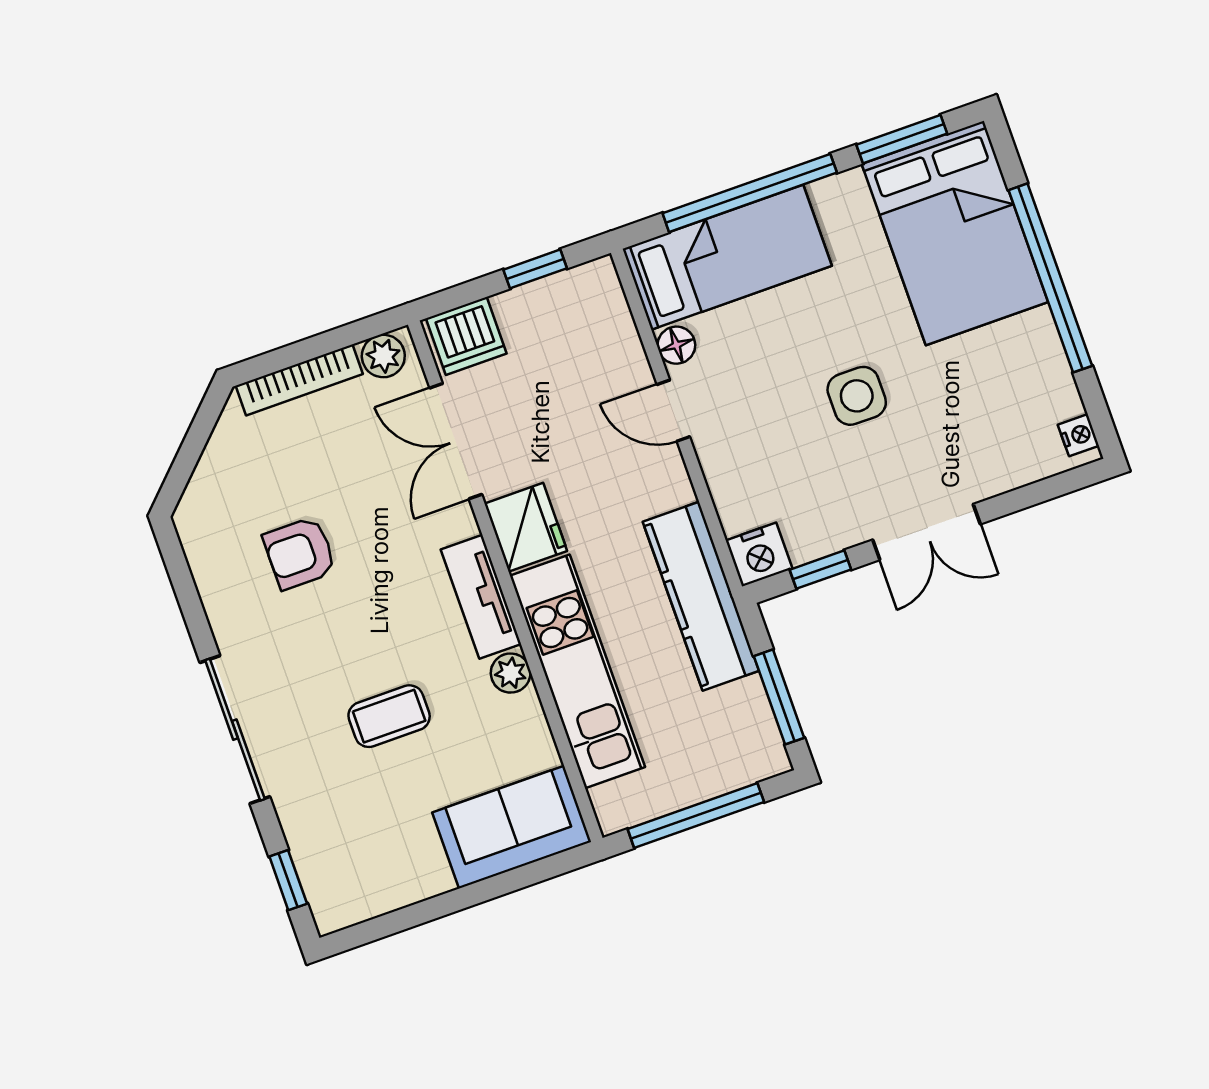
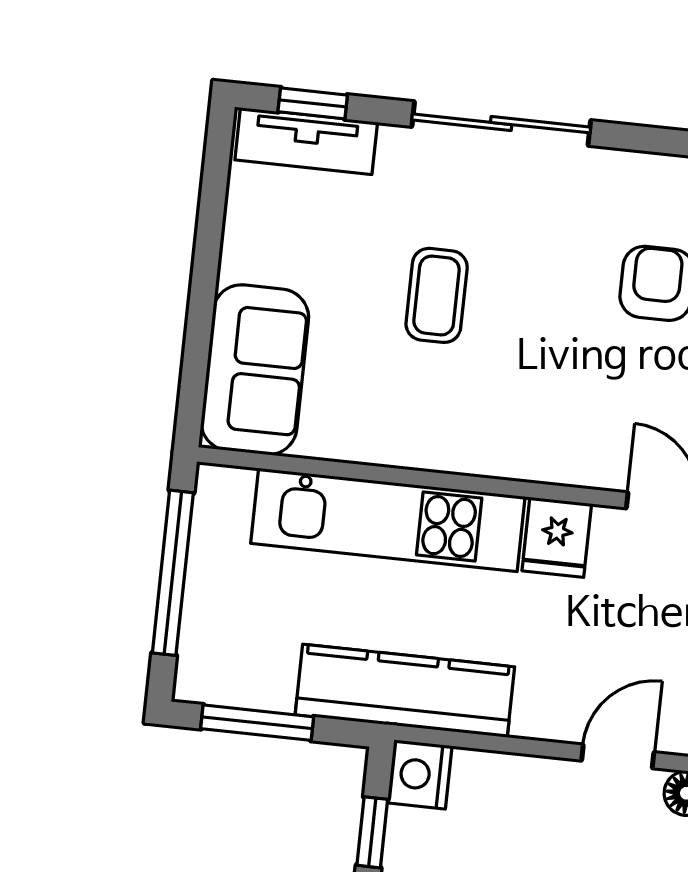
fridge: (526, 527) -> (557, 537), width x0.72
tv unit: (481, 597) -> (306, 141), moved, turned 180
plant: (511, 673) -> (420, 448), removed

